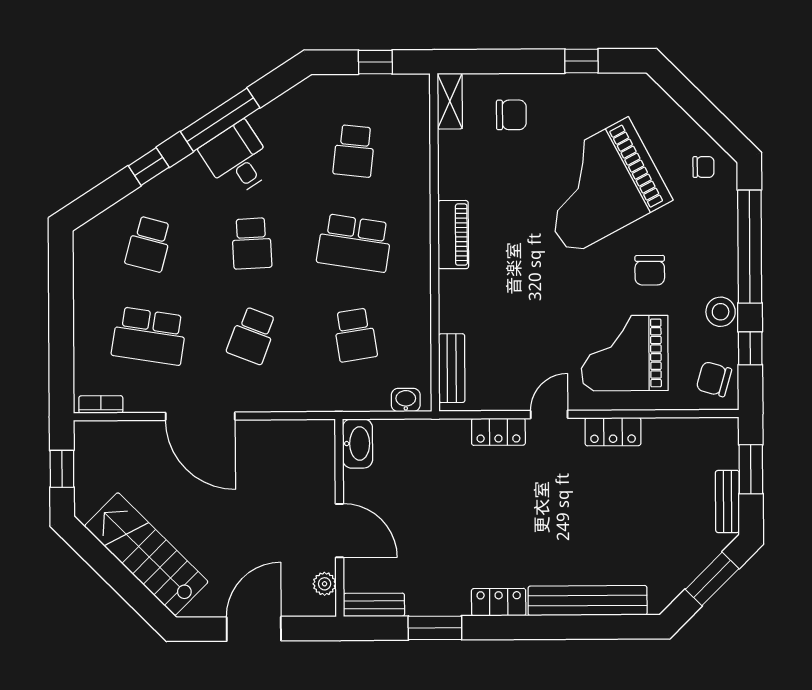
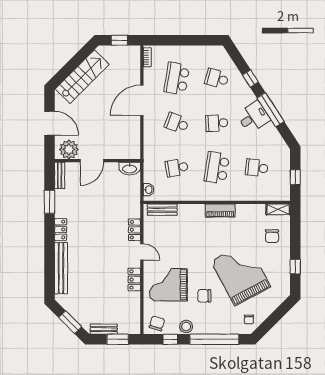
grand piano: (625, 353) -> (168, 285), turned -90
plant: (325, 584) -> (69, 150), width x1.87, depth x1.87

